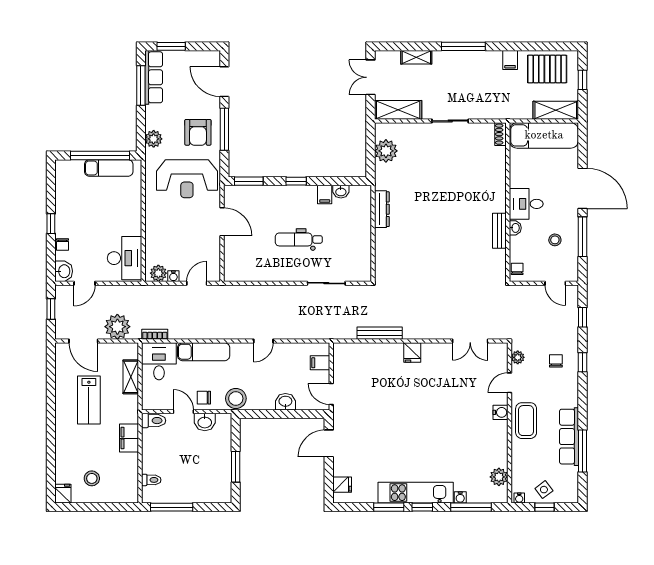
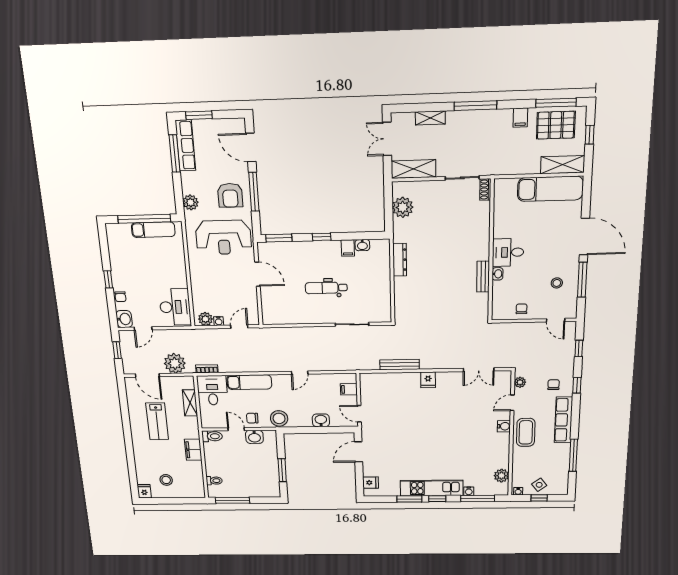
window: (546, 46) -> (556, 103), added
shoe rack: (501, 134) -> (485, 189), moved
wall: (508, 202) -> (491, 251), moved
desk: (526, 204) -> (508, 252), moved
washbasin: (515, 228) -> (497, 274), moved
bench: (499, 231) -> (483, 277), moved
row of seats: (569, 437) -> (563, 420), moved

